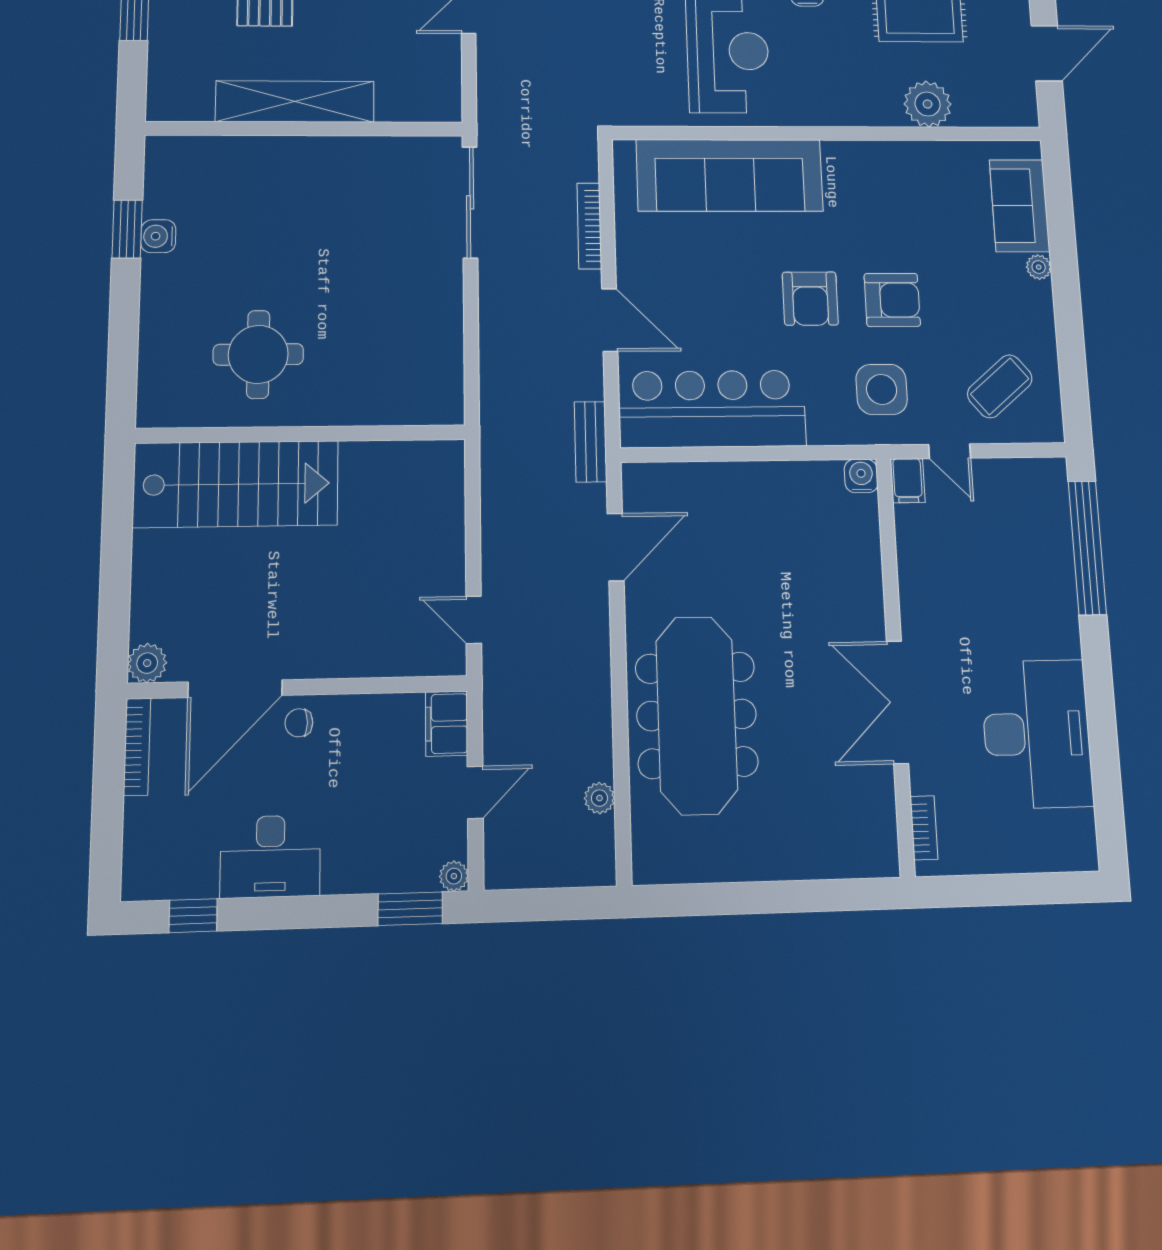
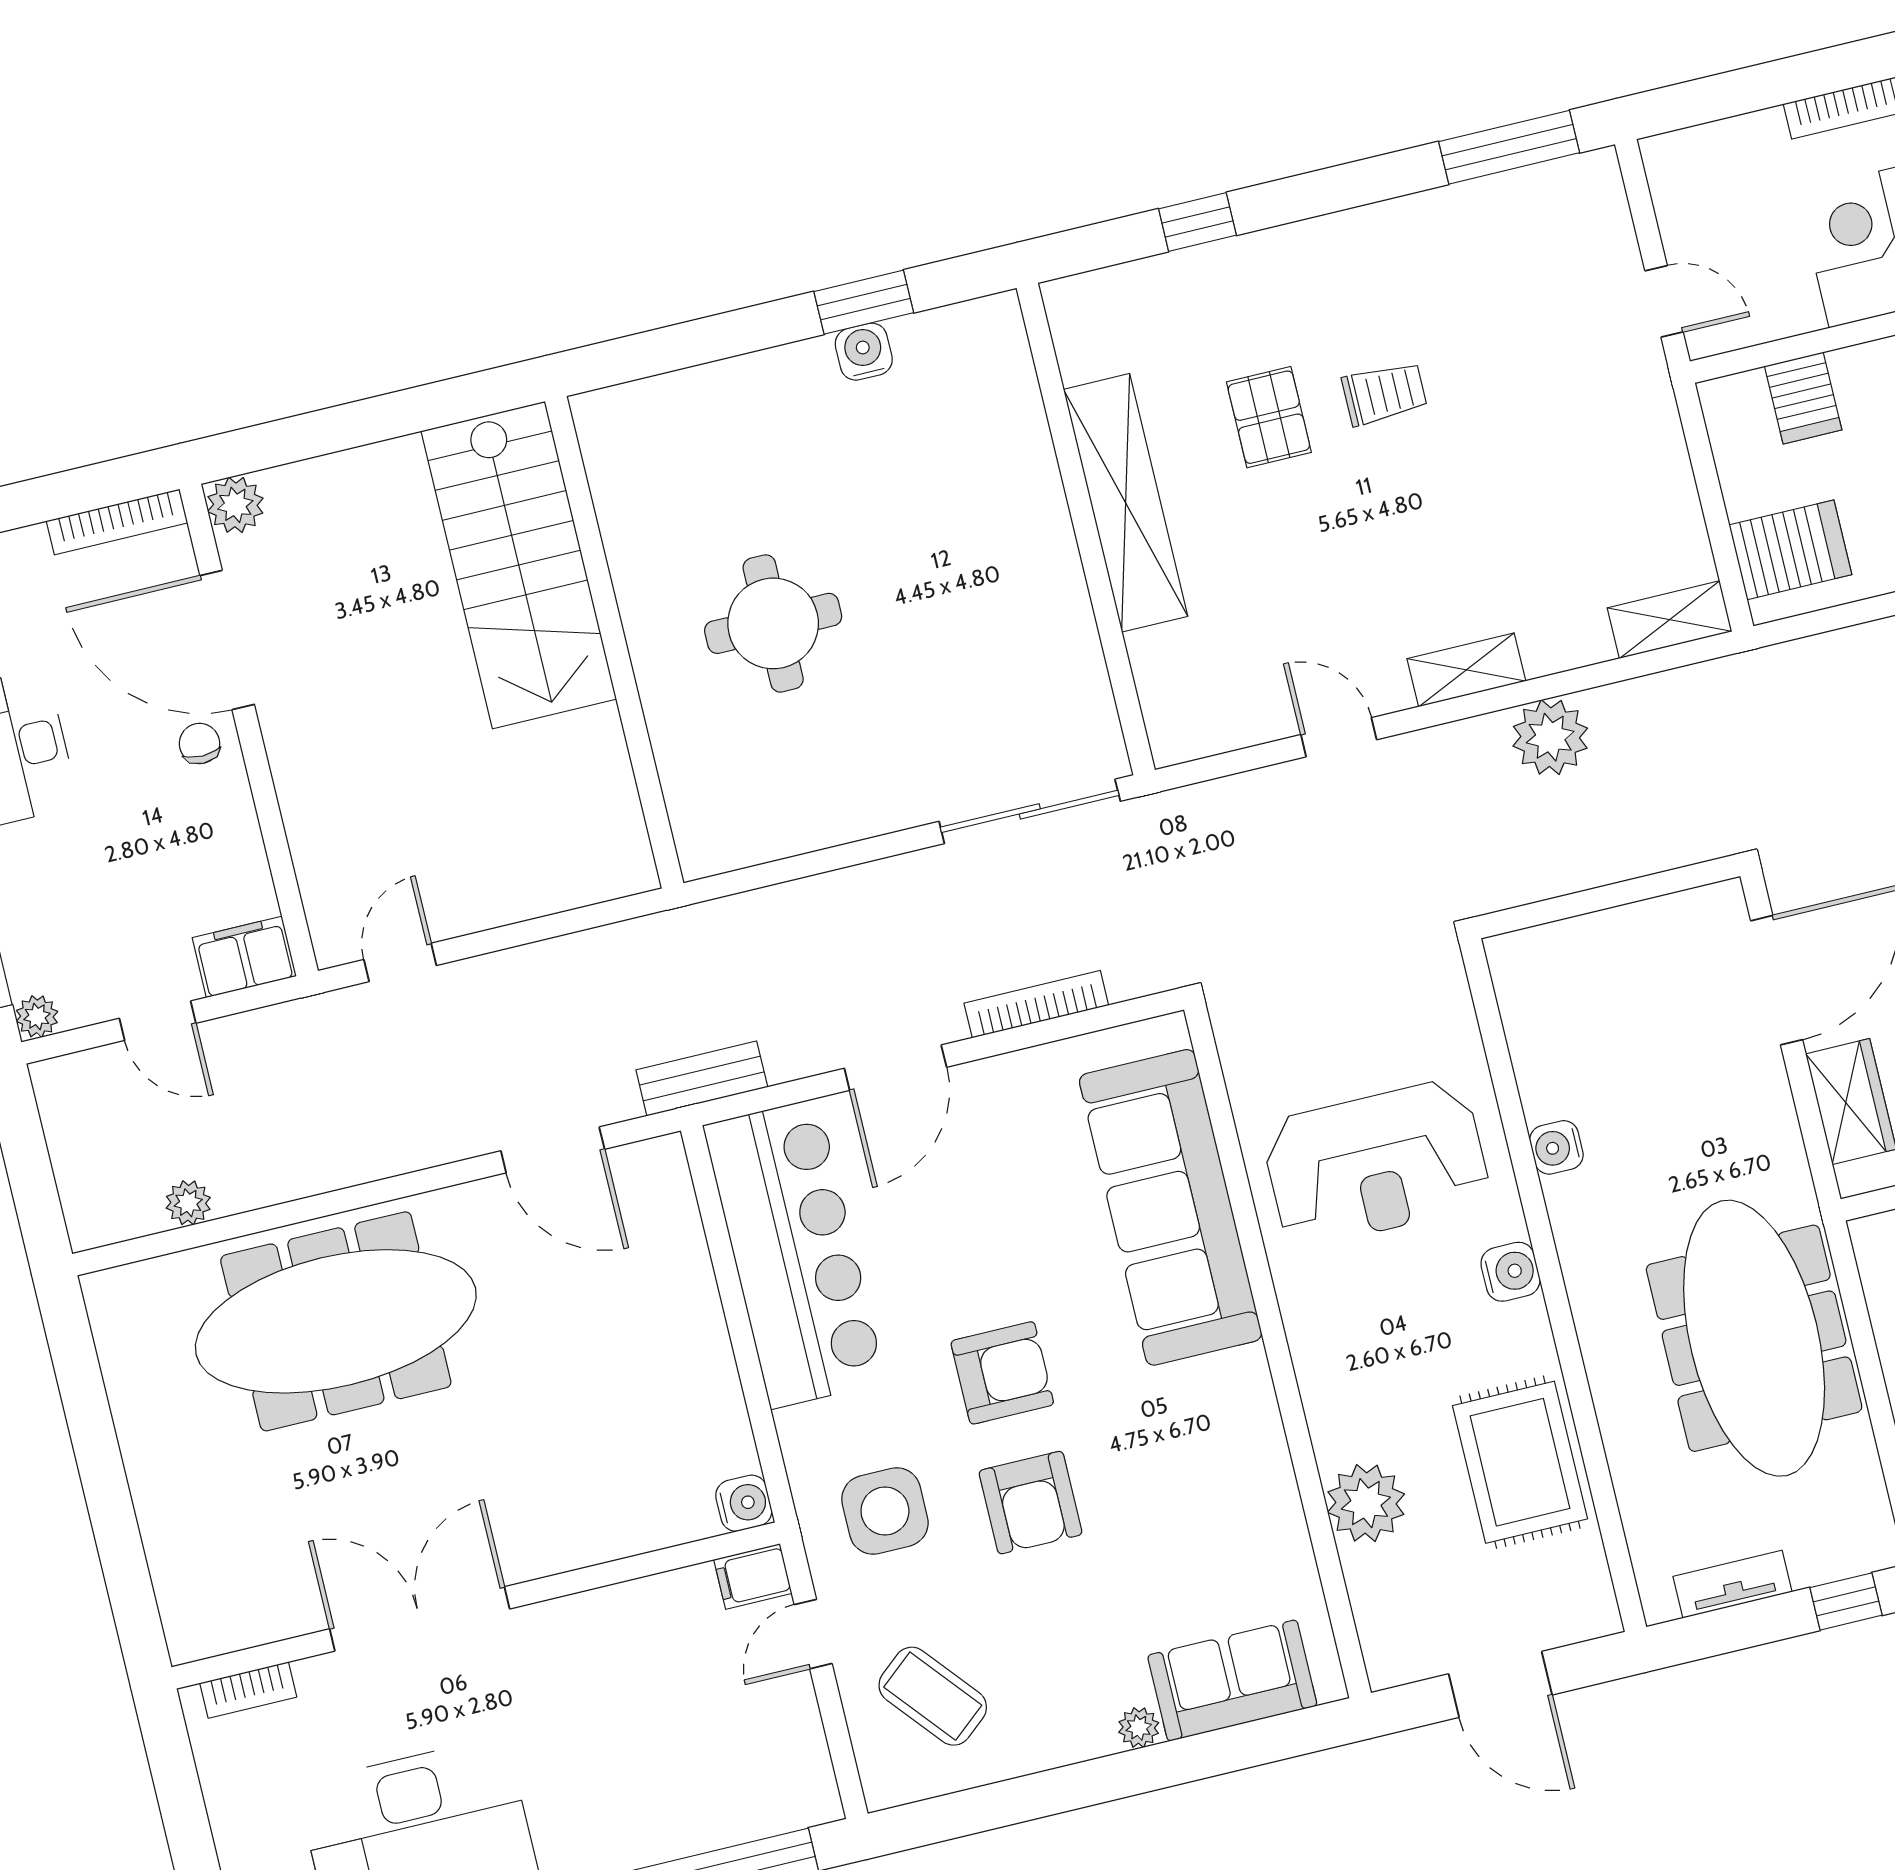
armchair: (810, 299) -> (1002, 1373), turned 180
round table: (258, 354) -> (773, 623), moved

